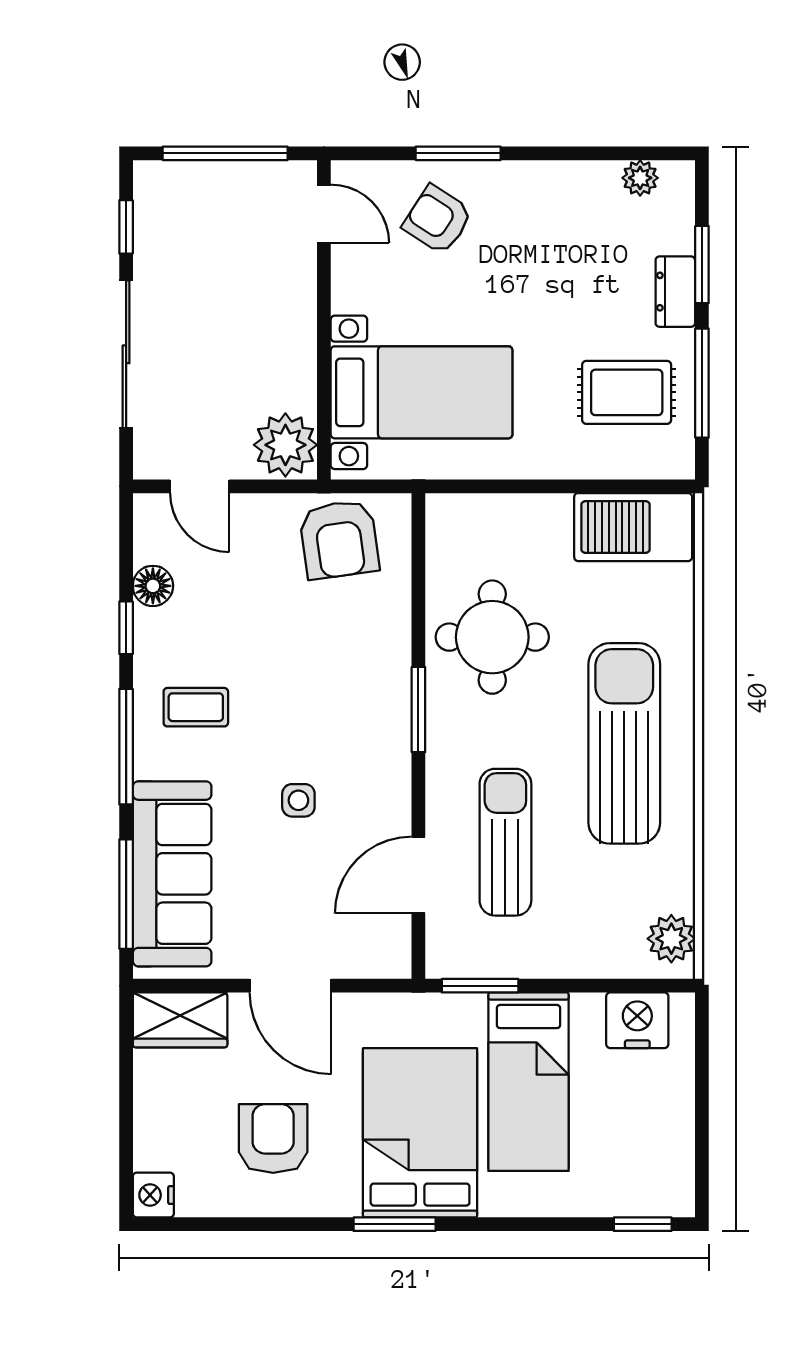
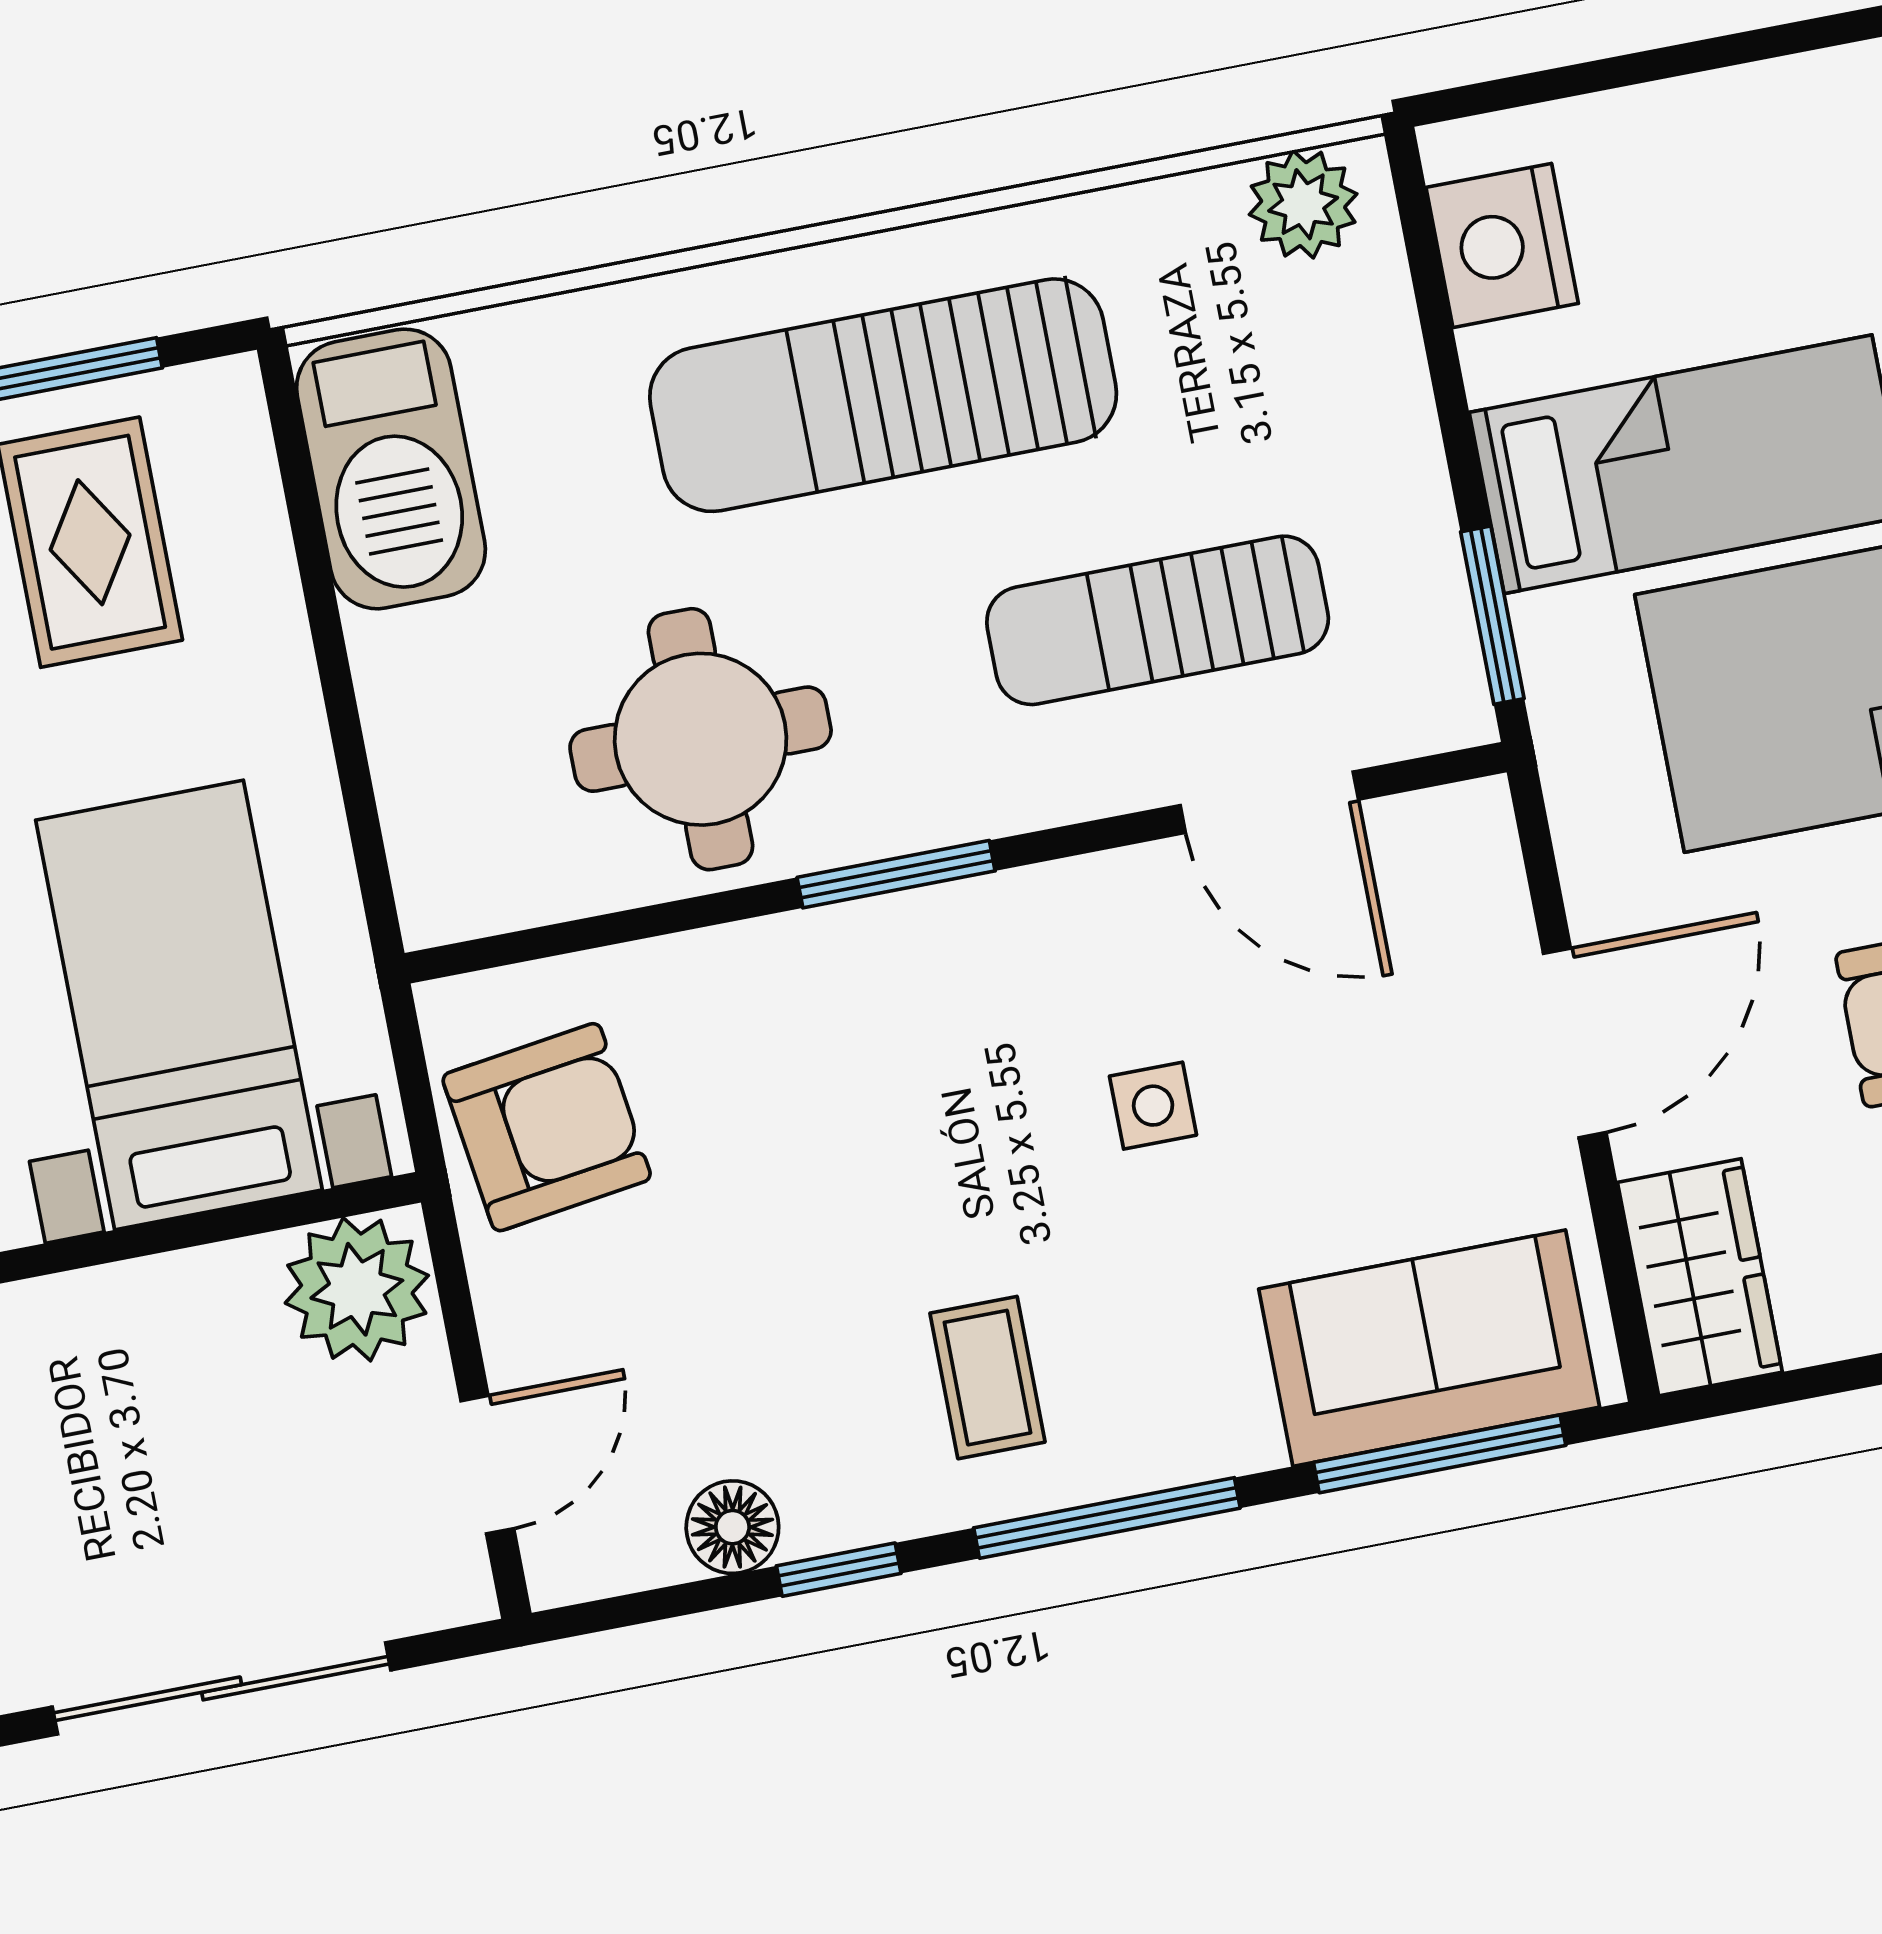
sofa: (172, 874) -> (1429, 1348), width x0.73

